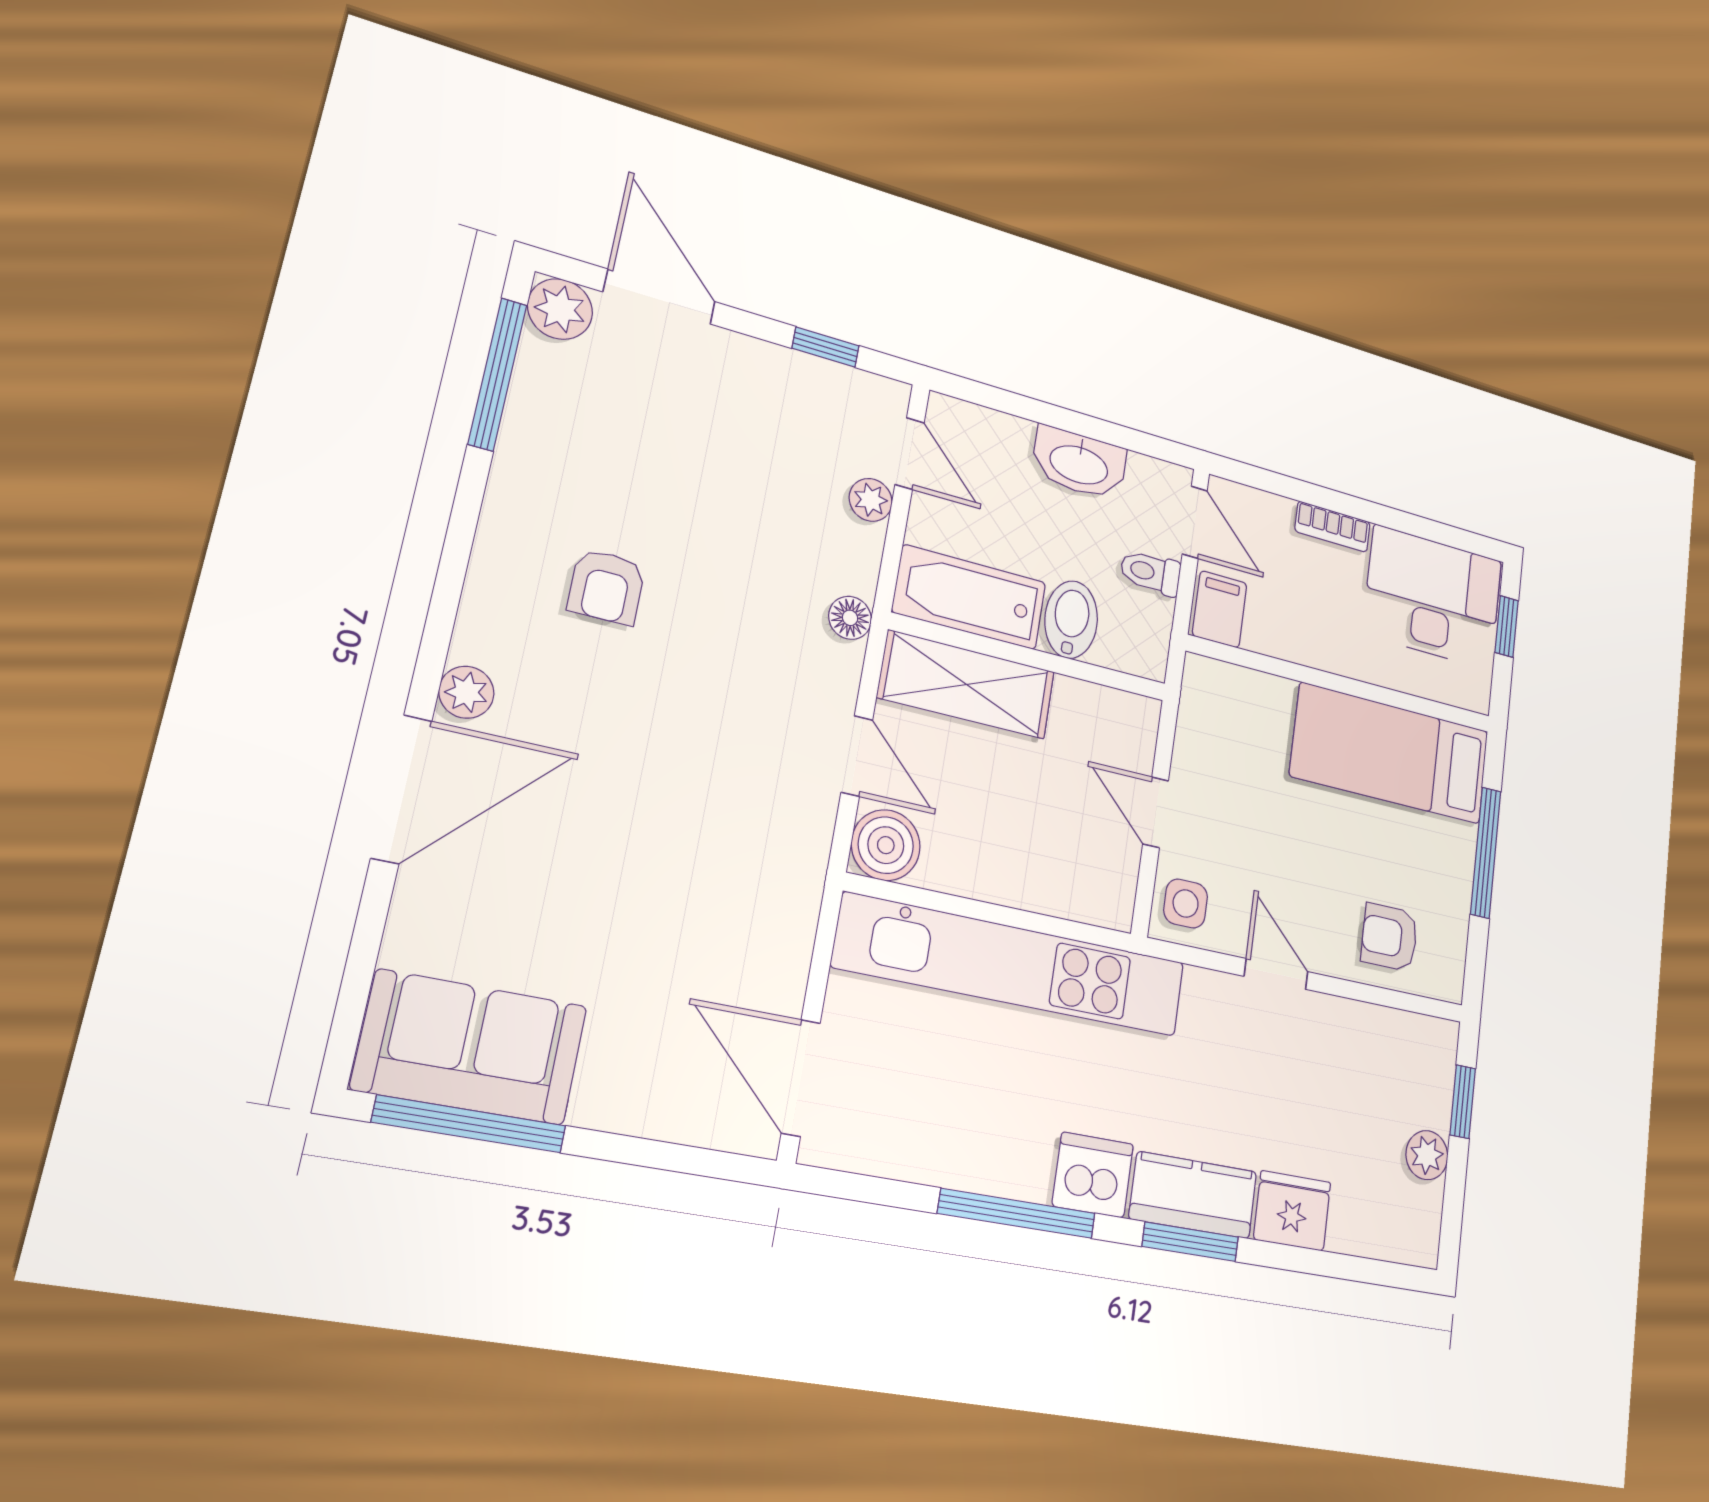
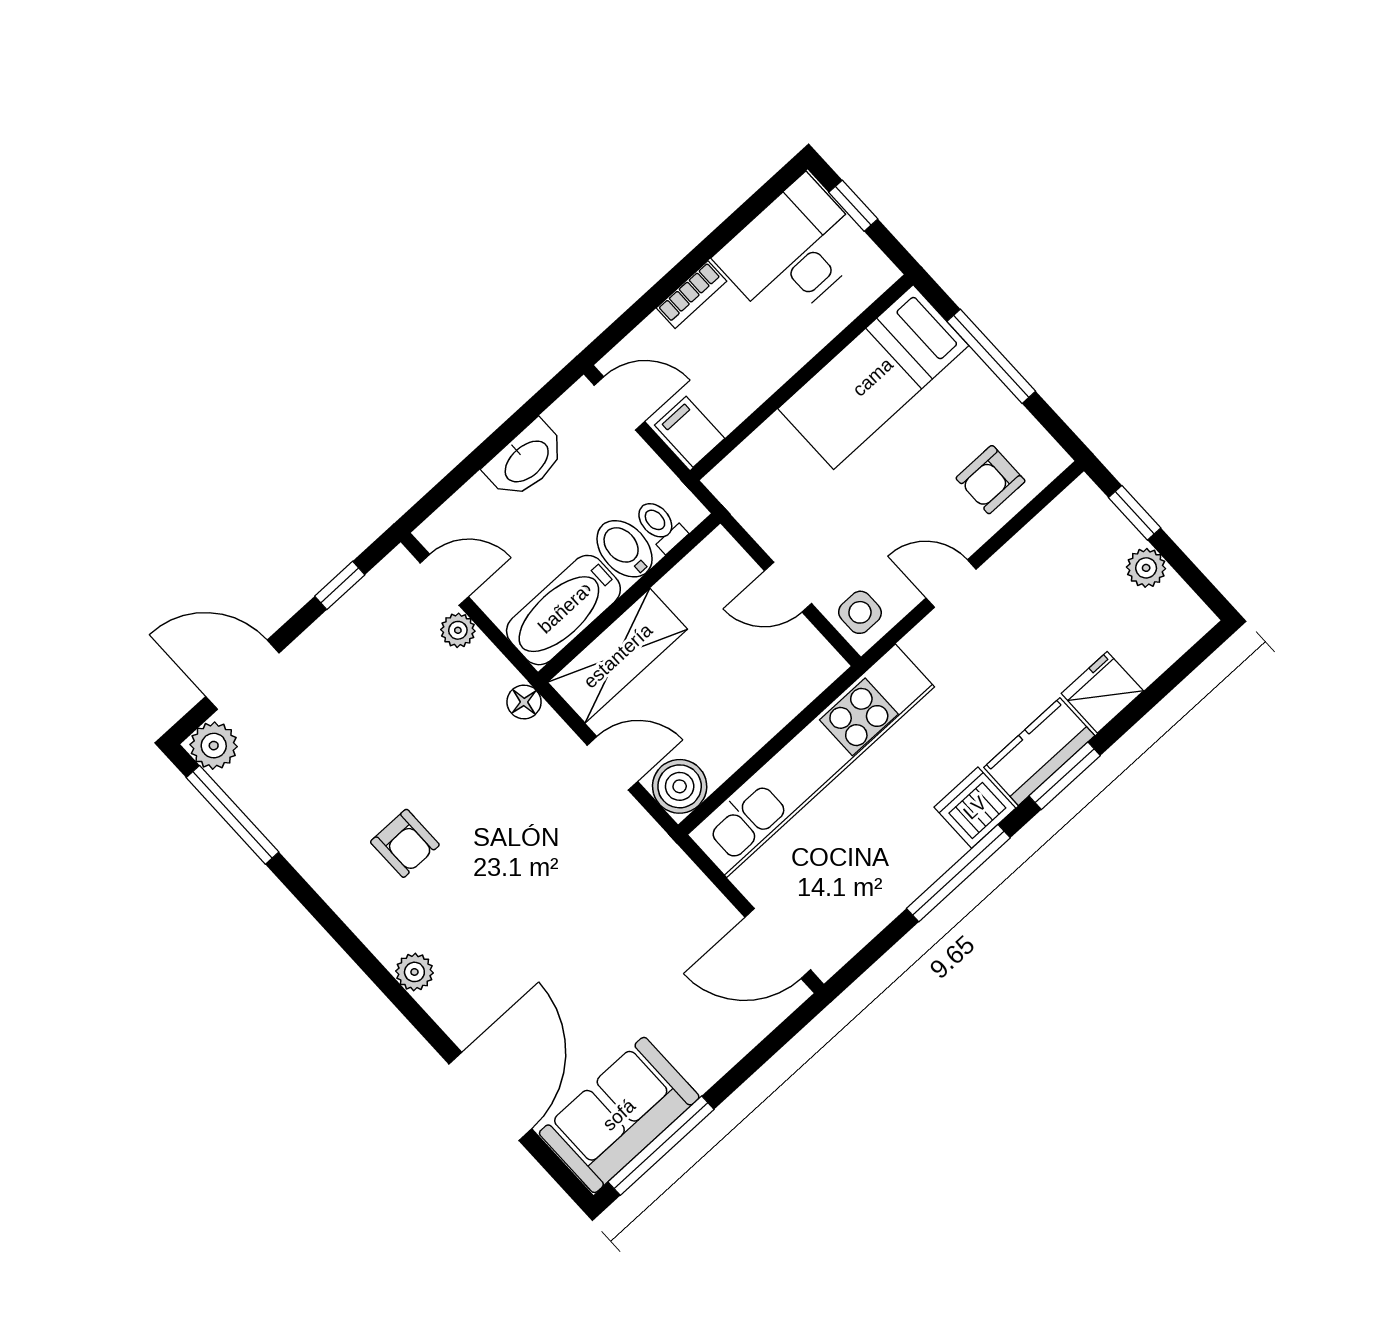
toilet: (1150, 573) -> (660, 525), moved, turned 90
door: (401, 789) -> (490, 1096), moved

